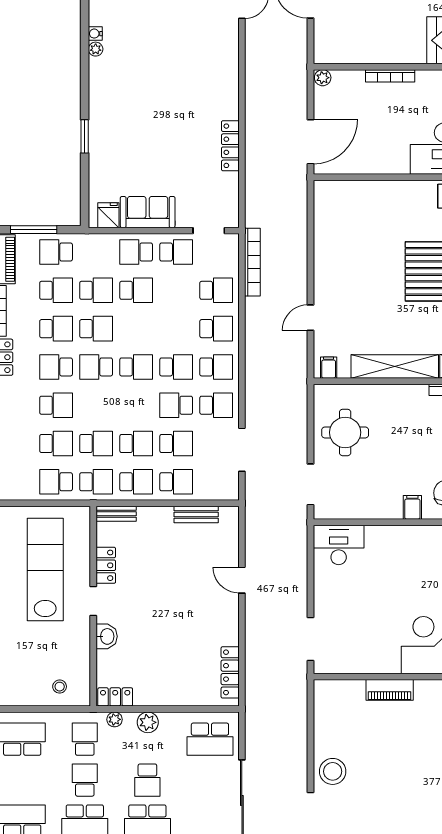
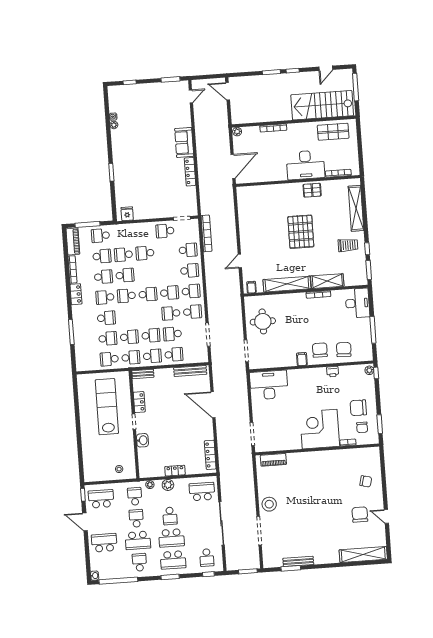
sofa: (148, 212) -> (184, 142), moved, turned -90
school desk: (136, 252) -> (144, 232), removed
school desk: (176, 252) -> (165, 231), turned 180
school desk: (96, 290) -> (123, 255), turned 180
school desk: (136, 290) -> (145, 253), turned 180
school desk: (176, 443) -> (172, 334), turned 180
bench: (196, 514) -> (190, 371), width x1.36
desk: (339, 545) -> (269, 385), width x1.36, depth x1.30
door: (242, 580) -> (213, 405), width x1.87
piano: (390, 690) -> (273, 460), moved
locker: (115, 697) -> (175, 471), moved
school desk: (210, 739) -> (202, 492), turned 180

